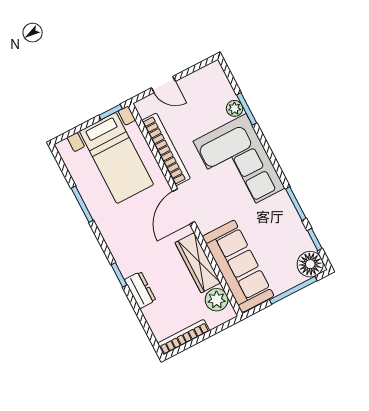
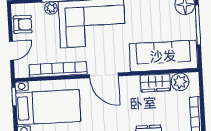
armchair: (200, 84) -> (23, 24), added
wardrobe: (198, 263) -> (155, 83), width x0.67

